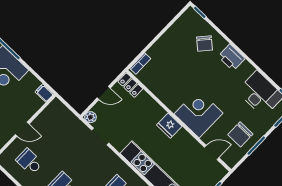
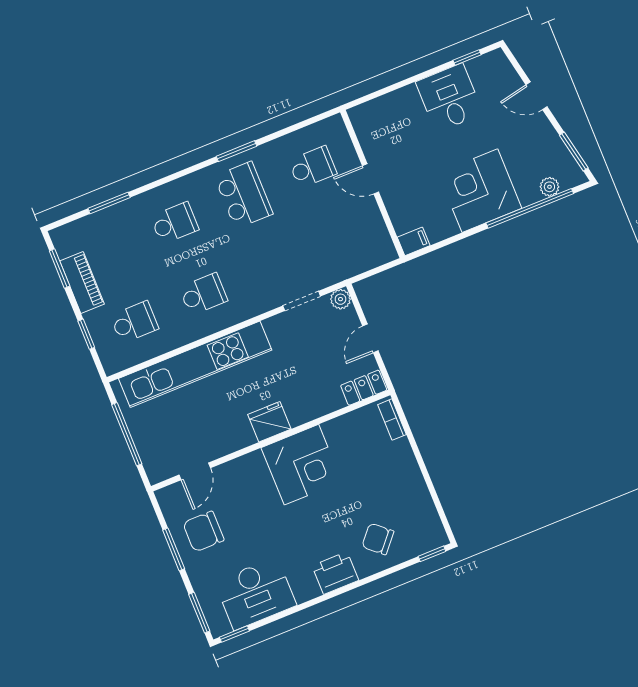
corner desk: (199, 114) -> (301, 465), moved
door: (22, 129) -> (370, 179), hinge flipped
chair: (240, 134) -> (203, 532), turned -90

